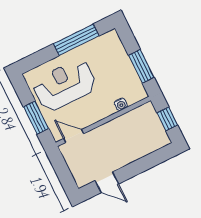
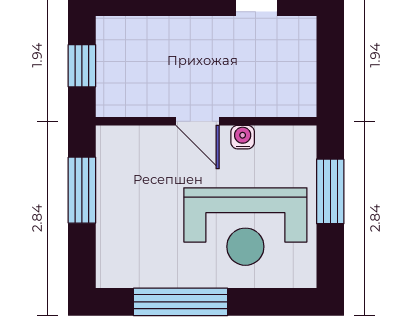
water cooler: (121, 104) -> (243, 137), moved
door: (74, 136) -> (197, 121), moved

